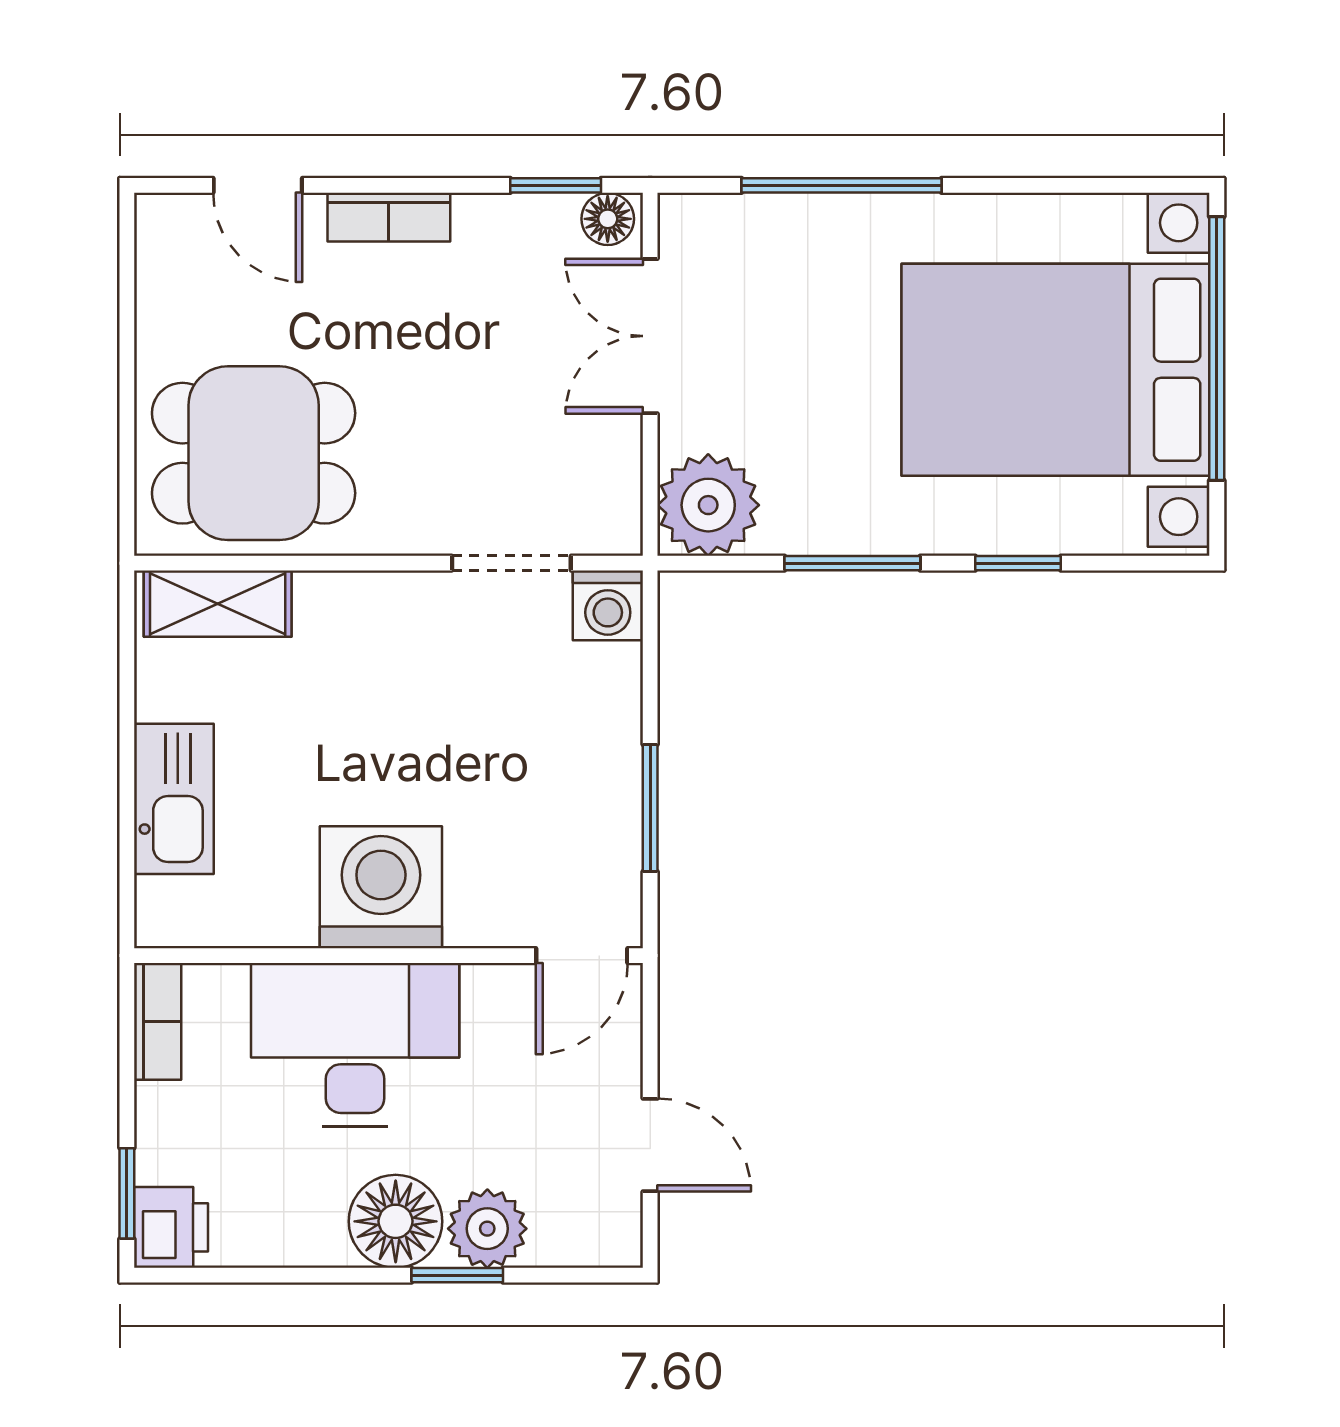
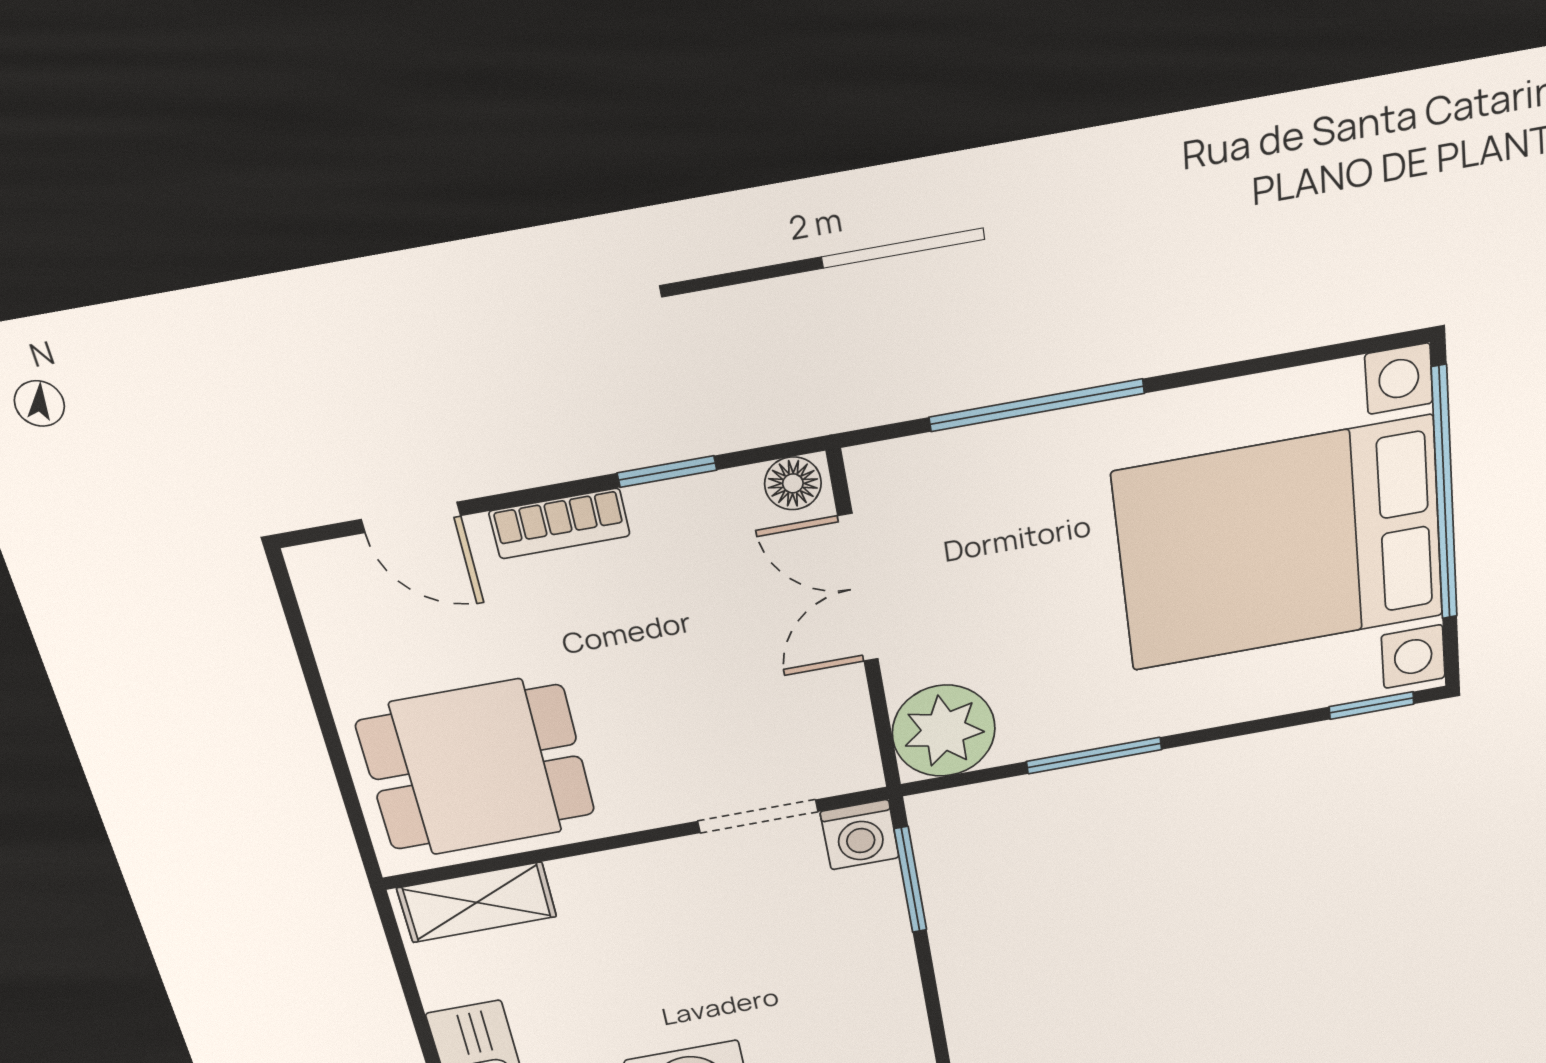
window: (556, 185) -> (667, 472), moved
window: (1018, 563) -> (1372, 705), moved
window: (650, 808) -> (910, 880), moved

